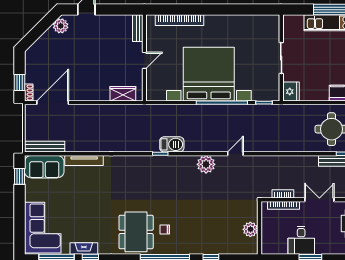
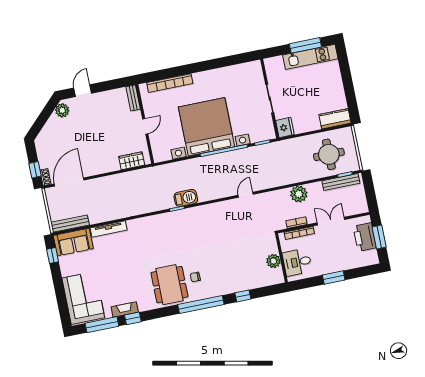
plant: (206, 164) -> (299, 194), moved
desk: (301, 240) -> (297, 262), moved, turned 90

